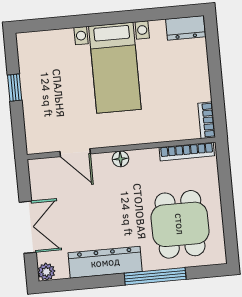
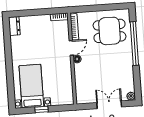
bed with nightstands: (115, 68) -> (31, 86), moved, turned -90
door: (75, 153) -> (71, 48), moved
dresser: (105, 262) -> (127, 68), removed
window: (155, 276) -> (134, 43), width x1.46

